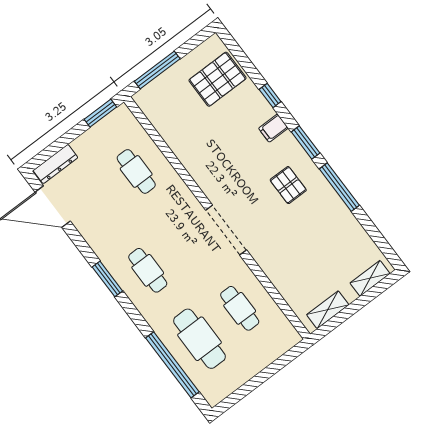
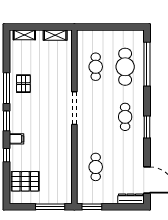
pallet: (288, 185) -> (23, 84), moved

